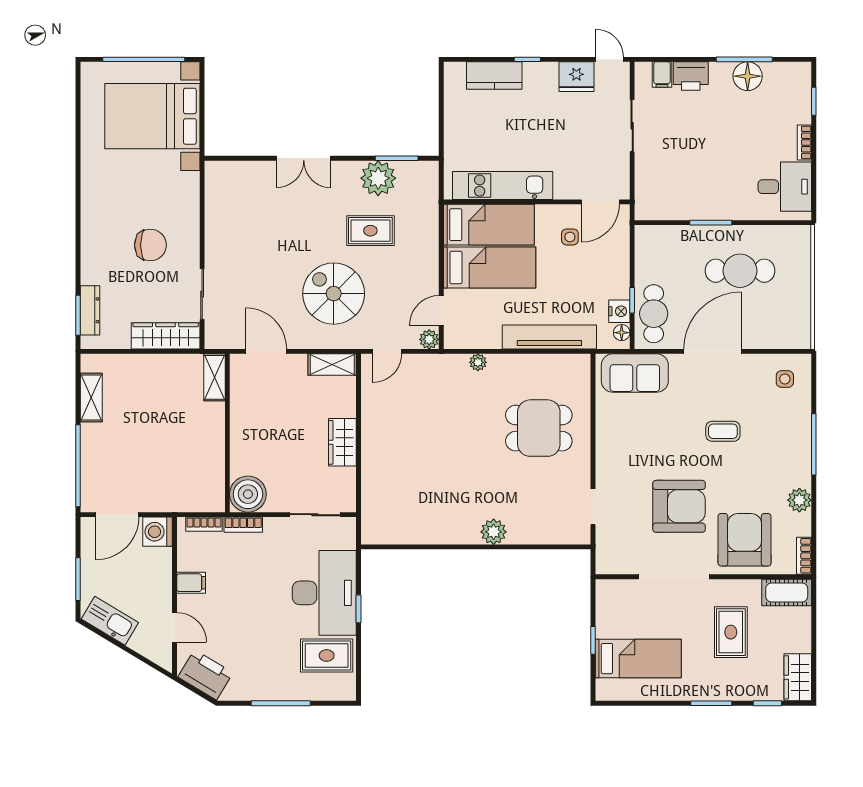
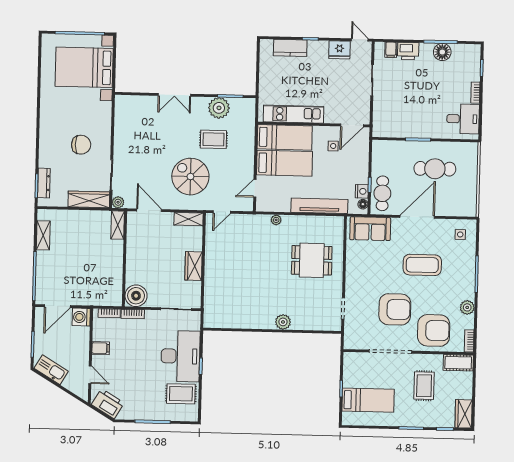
plant: (429, 339) -> (118, 202), moved
coffee table: (723, 431) -> (422, 265), width x1.86, depth x1.72
armchair: (745, 540) -> (434, 330), turned 90

